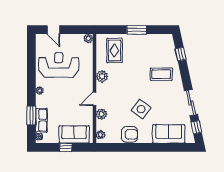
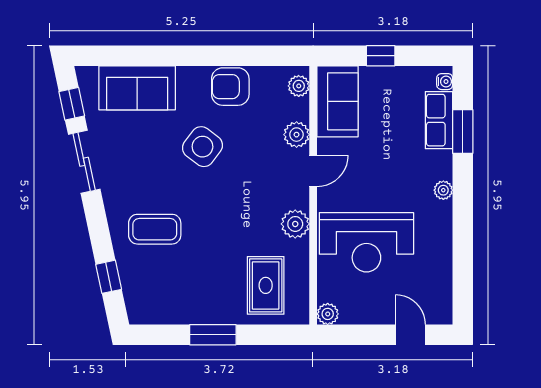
reception desk: (59, 65) -> (366, 242), moved
sofa: (74, 134) -> (338, 101), moved, turned -90

